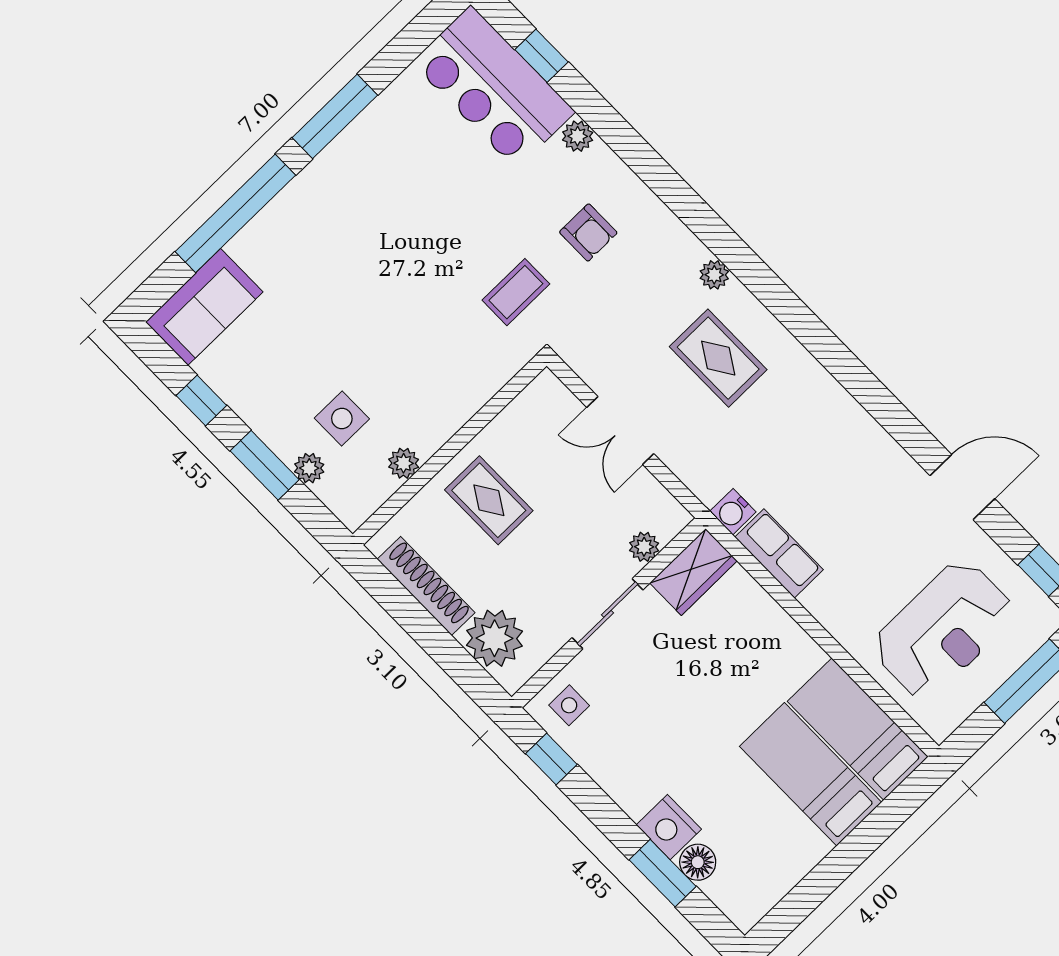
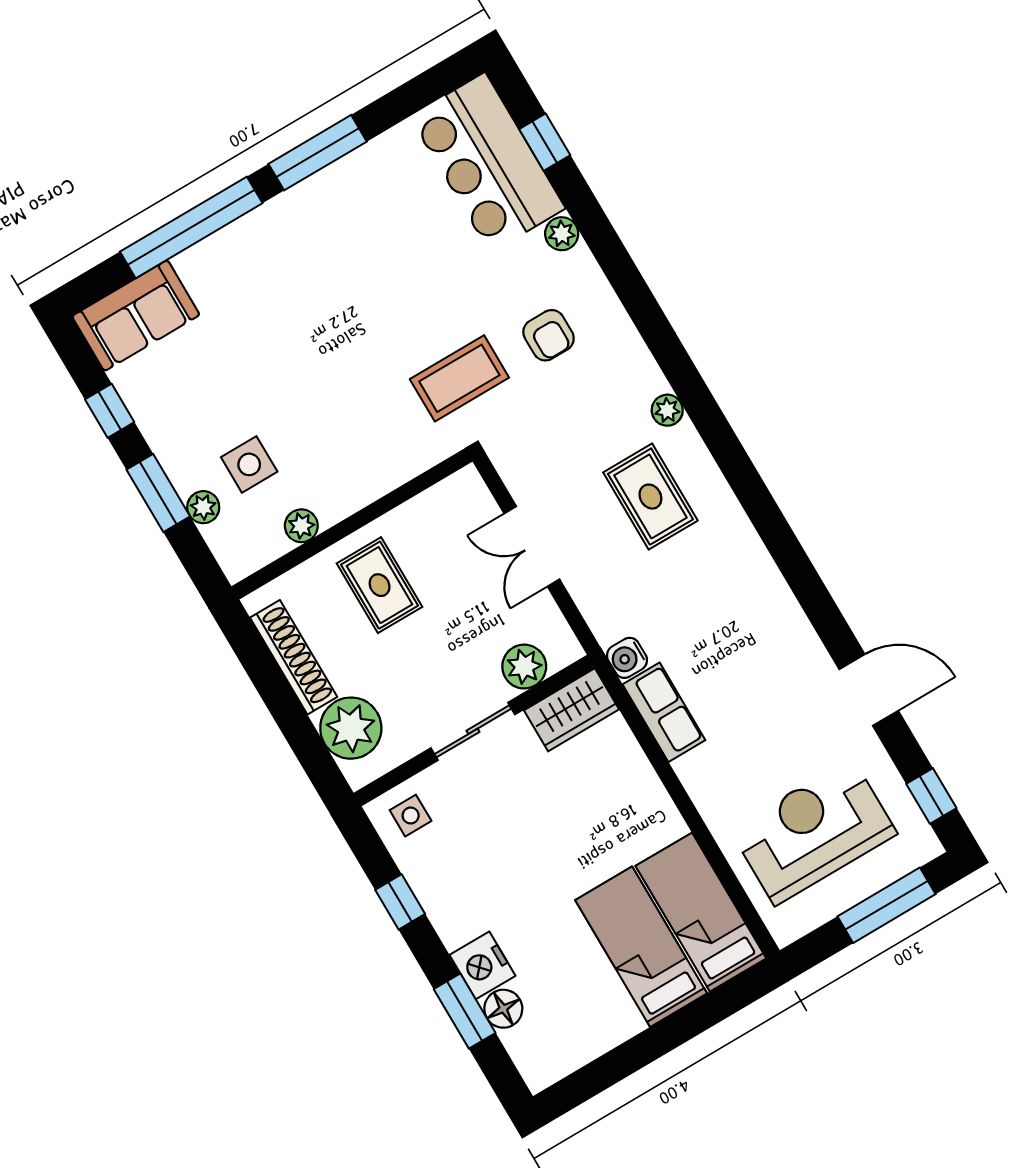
coffee table: (516, 292) -> (459, 378), width x1.36, depth x1.30
plant: (644, 547) -> (524, 667), width x1.38, depth x1.38
reception desk: (943, 630) -> (813, 832), turned 180
window: (551, 759) -> (400, 902), moved

